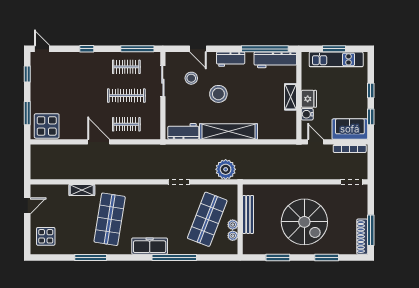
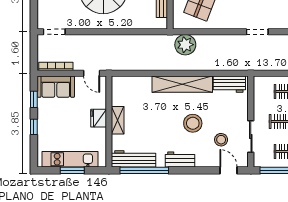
door: (198, 49) -> (228, 170), moved
water cooler: (307, 114) -> (100, 102), removed
doorway: (179, 182) -> (257, 32), moved

